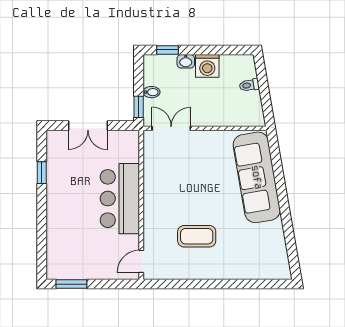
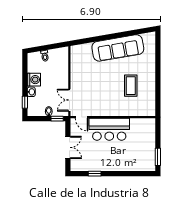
sofa: (257, 177) -> (118, 48), moved
door: (141, 261) -> (82, 117), moved

